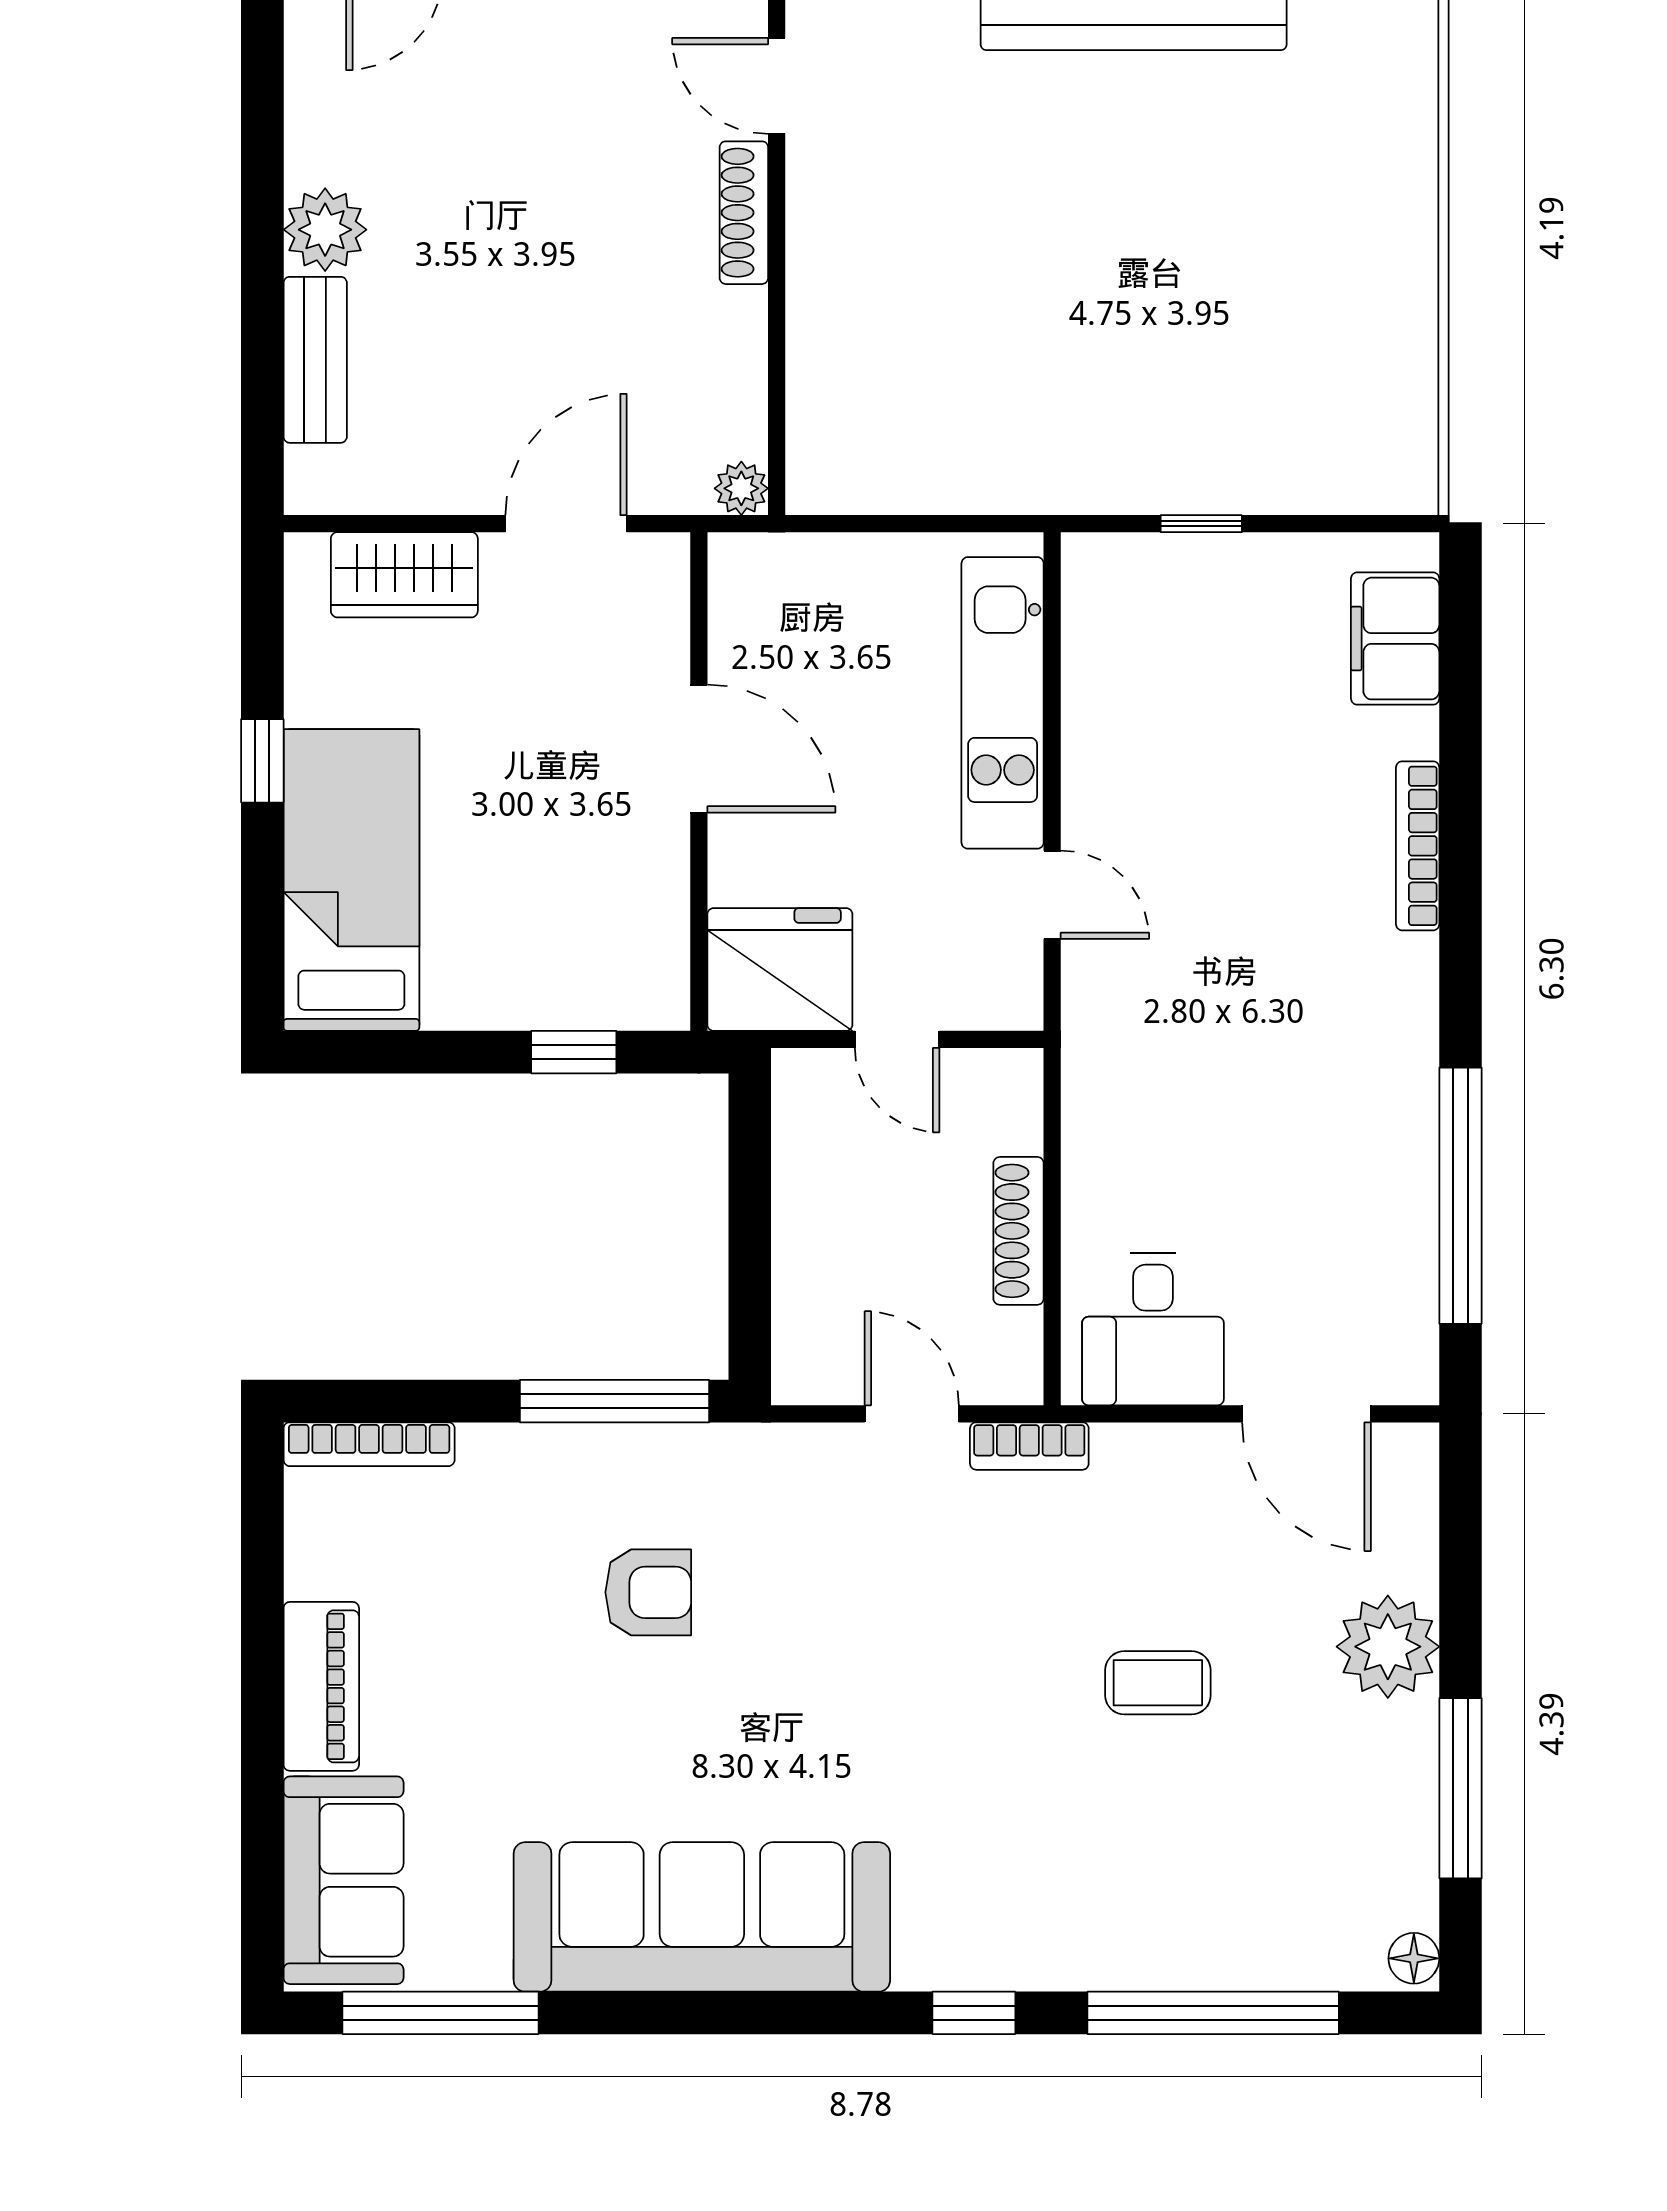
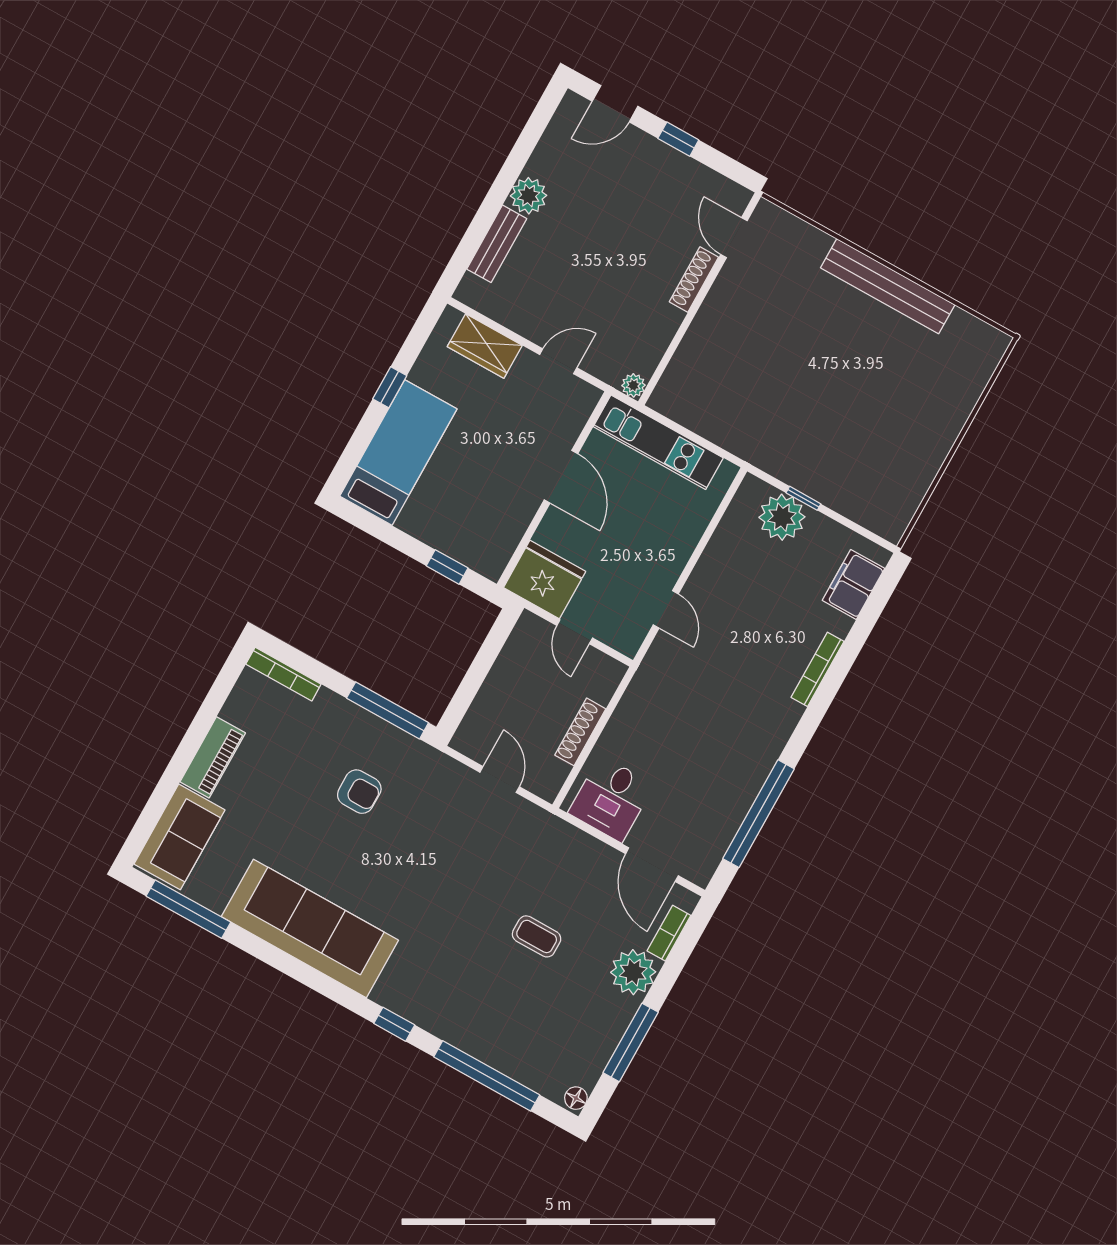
door: (566, 524) -> (558, 361), width x0.73
plant: (1180, 585) -> (782, 517), added
kitchen unit: (1003, 703) -> (658, 442), moved, turned -90
bookcase: (1029, 1446) -> (669, 933), moved, turned 90

